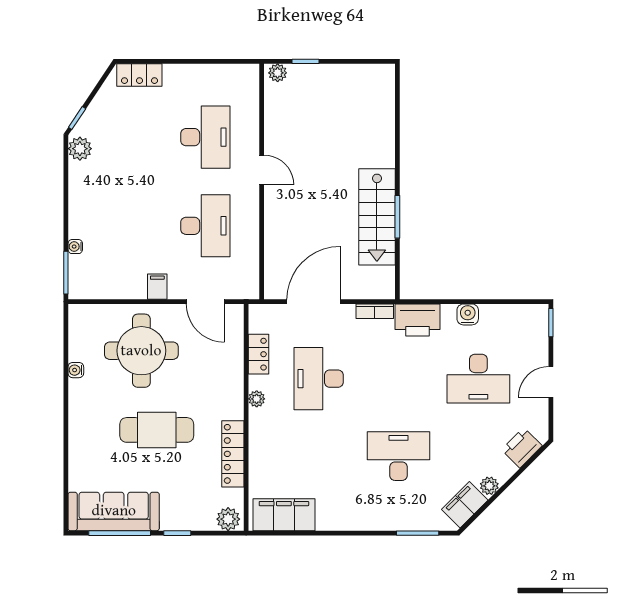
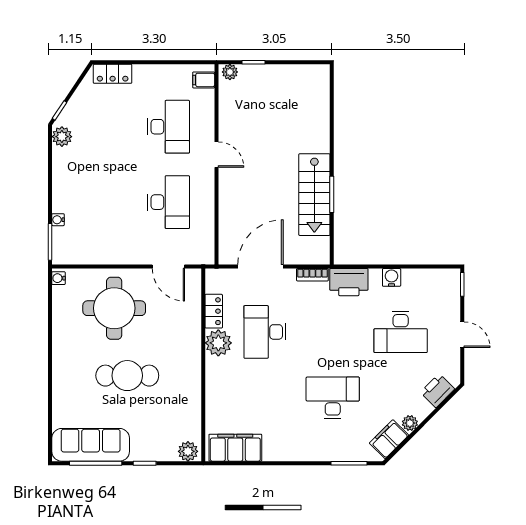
filing cabinet: (157, 287) -> (204, 80), moved, turned -90
water cooler: (76, 370) -> (58, 278), moved
door: (551, 382) -> (462, 335), swing flipped
plant: (257, 399) -> (218, 343), width x1.88, depth x1.88
locker: (233, 454) -> (192, 396), removed

